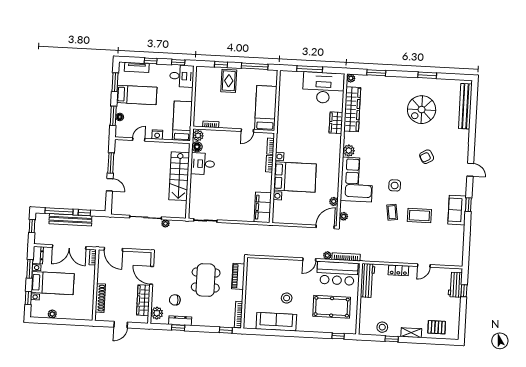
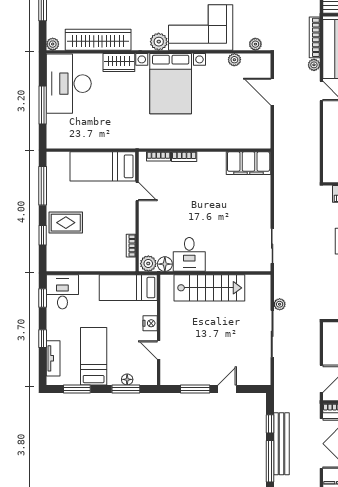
bed with nightstands: (295, 177) -> (171, 84), moved, turned 180
door: (325, 227) -> (272, 92), moved

